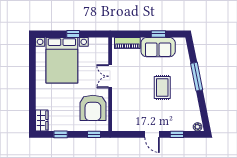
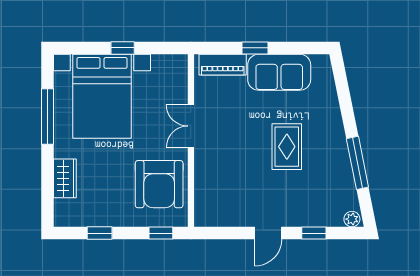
window: (158, 34) -> (255, 48), moved
window: (32, 71) -> (47, 117), added
window: (197, 77) -> (357, 163), moved
wardrobe: (42, 120) -> (65, 178), moved
door: (152, 134) -> (268, 233), hinge flipped

